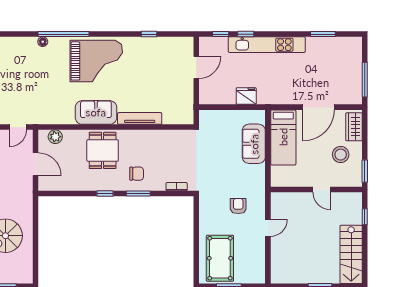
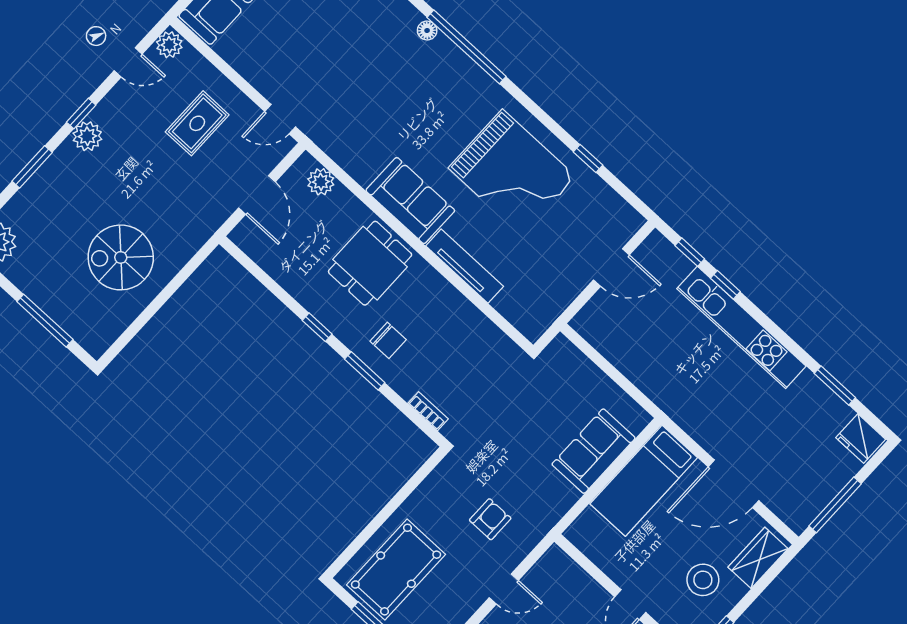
grand piano: (96, 61) -> (512, 172), moved
fridge: (246, 96) -> (861, 438), moved, turned 180

